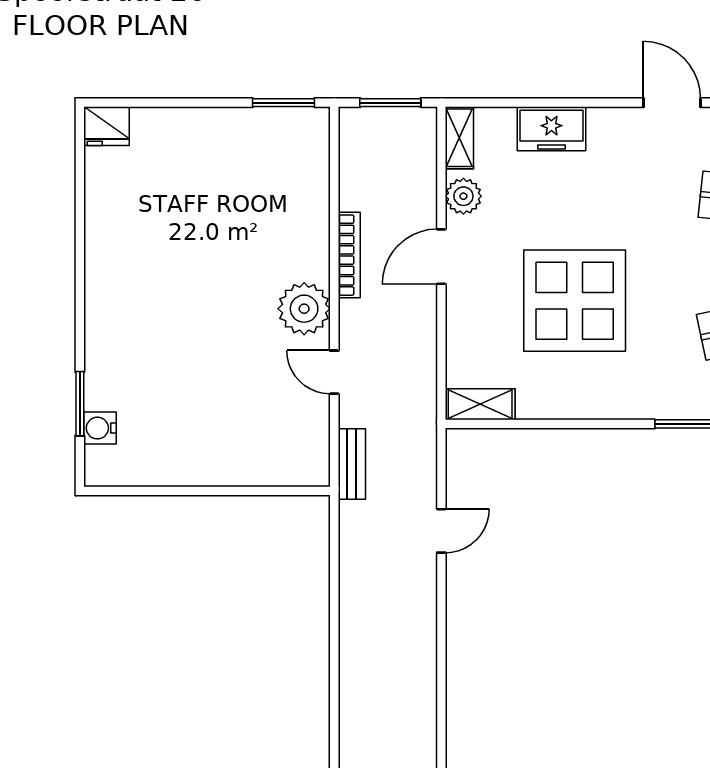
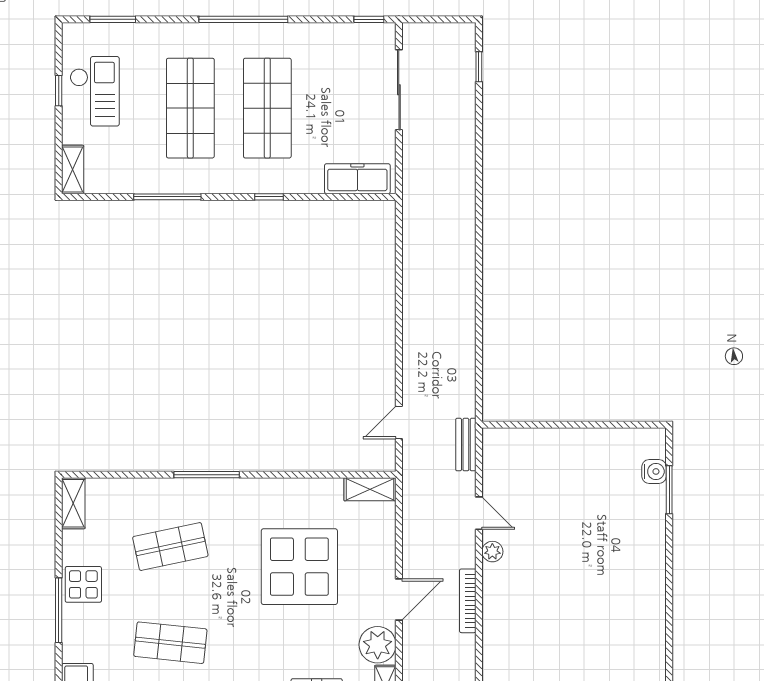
plant: (463, 196) -> (378, 645), width x1.36, depth x1.36
plant: (304, 309) -> (492, 552), width x0.53, depth x0.53
door: (441, 531) -> (399, 423), moved

